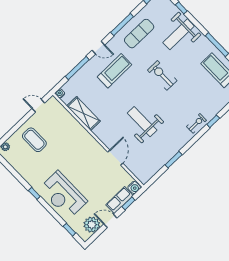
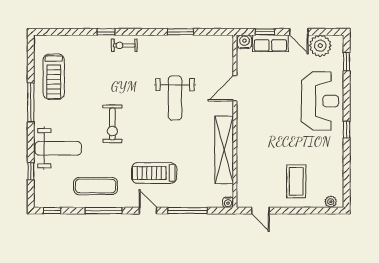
shelving: (84, 114) -> (224, 150), width x1.47

